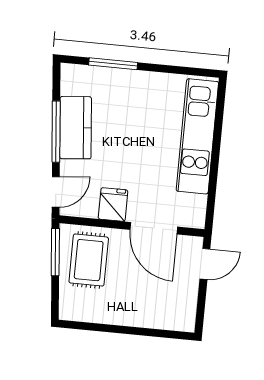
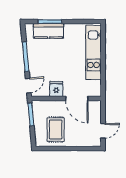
kitchen counter: (76, 128) -> (48, 31), moved, turned 95
rug: (89, 260) -> (56, 130), moved
door: (205, 264) -> (103, 131), moved

